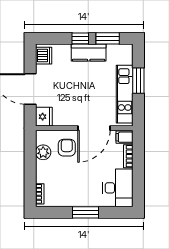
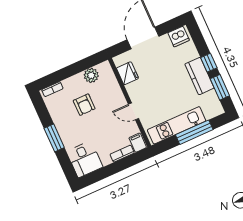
window: (138, 81) -> (194, 132), width x1.44
fridge: (44, 117) -> (127, 73), moved, turned -90
door: (94, 128) -> (133, 111), width x0.53
armchair: (67, 148) -> (84, 105), moved, turned 90
desk: (118, 188) -> (85, 159), width x0.73

